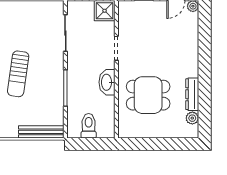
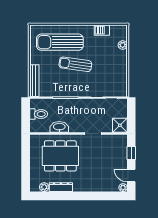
washbasin: (107, 82) -> (59, 127), moved
dining table: (148, 95) -> (60, 156), width x1.38

